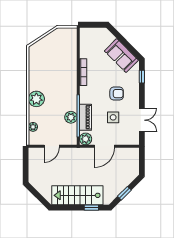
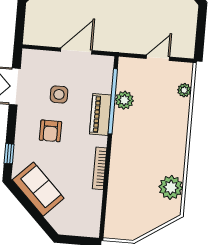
armchair: (117, 94) -> (50, 131), turned -90
plant: (36, 99) -> (171, 187), moved
piano: (85, 117) -> (100, 115), moved
plant: (86, 139) -> (104, 65), removed

